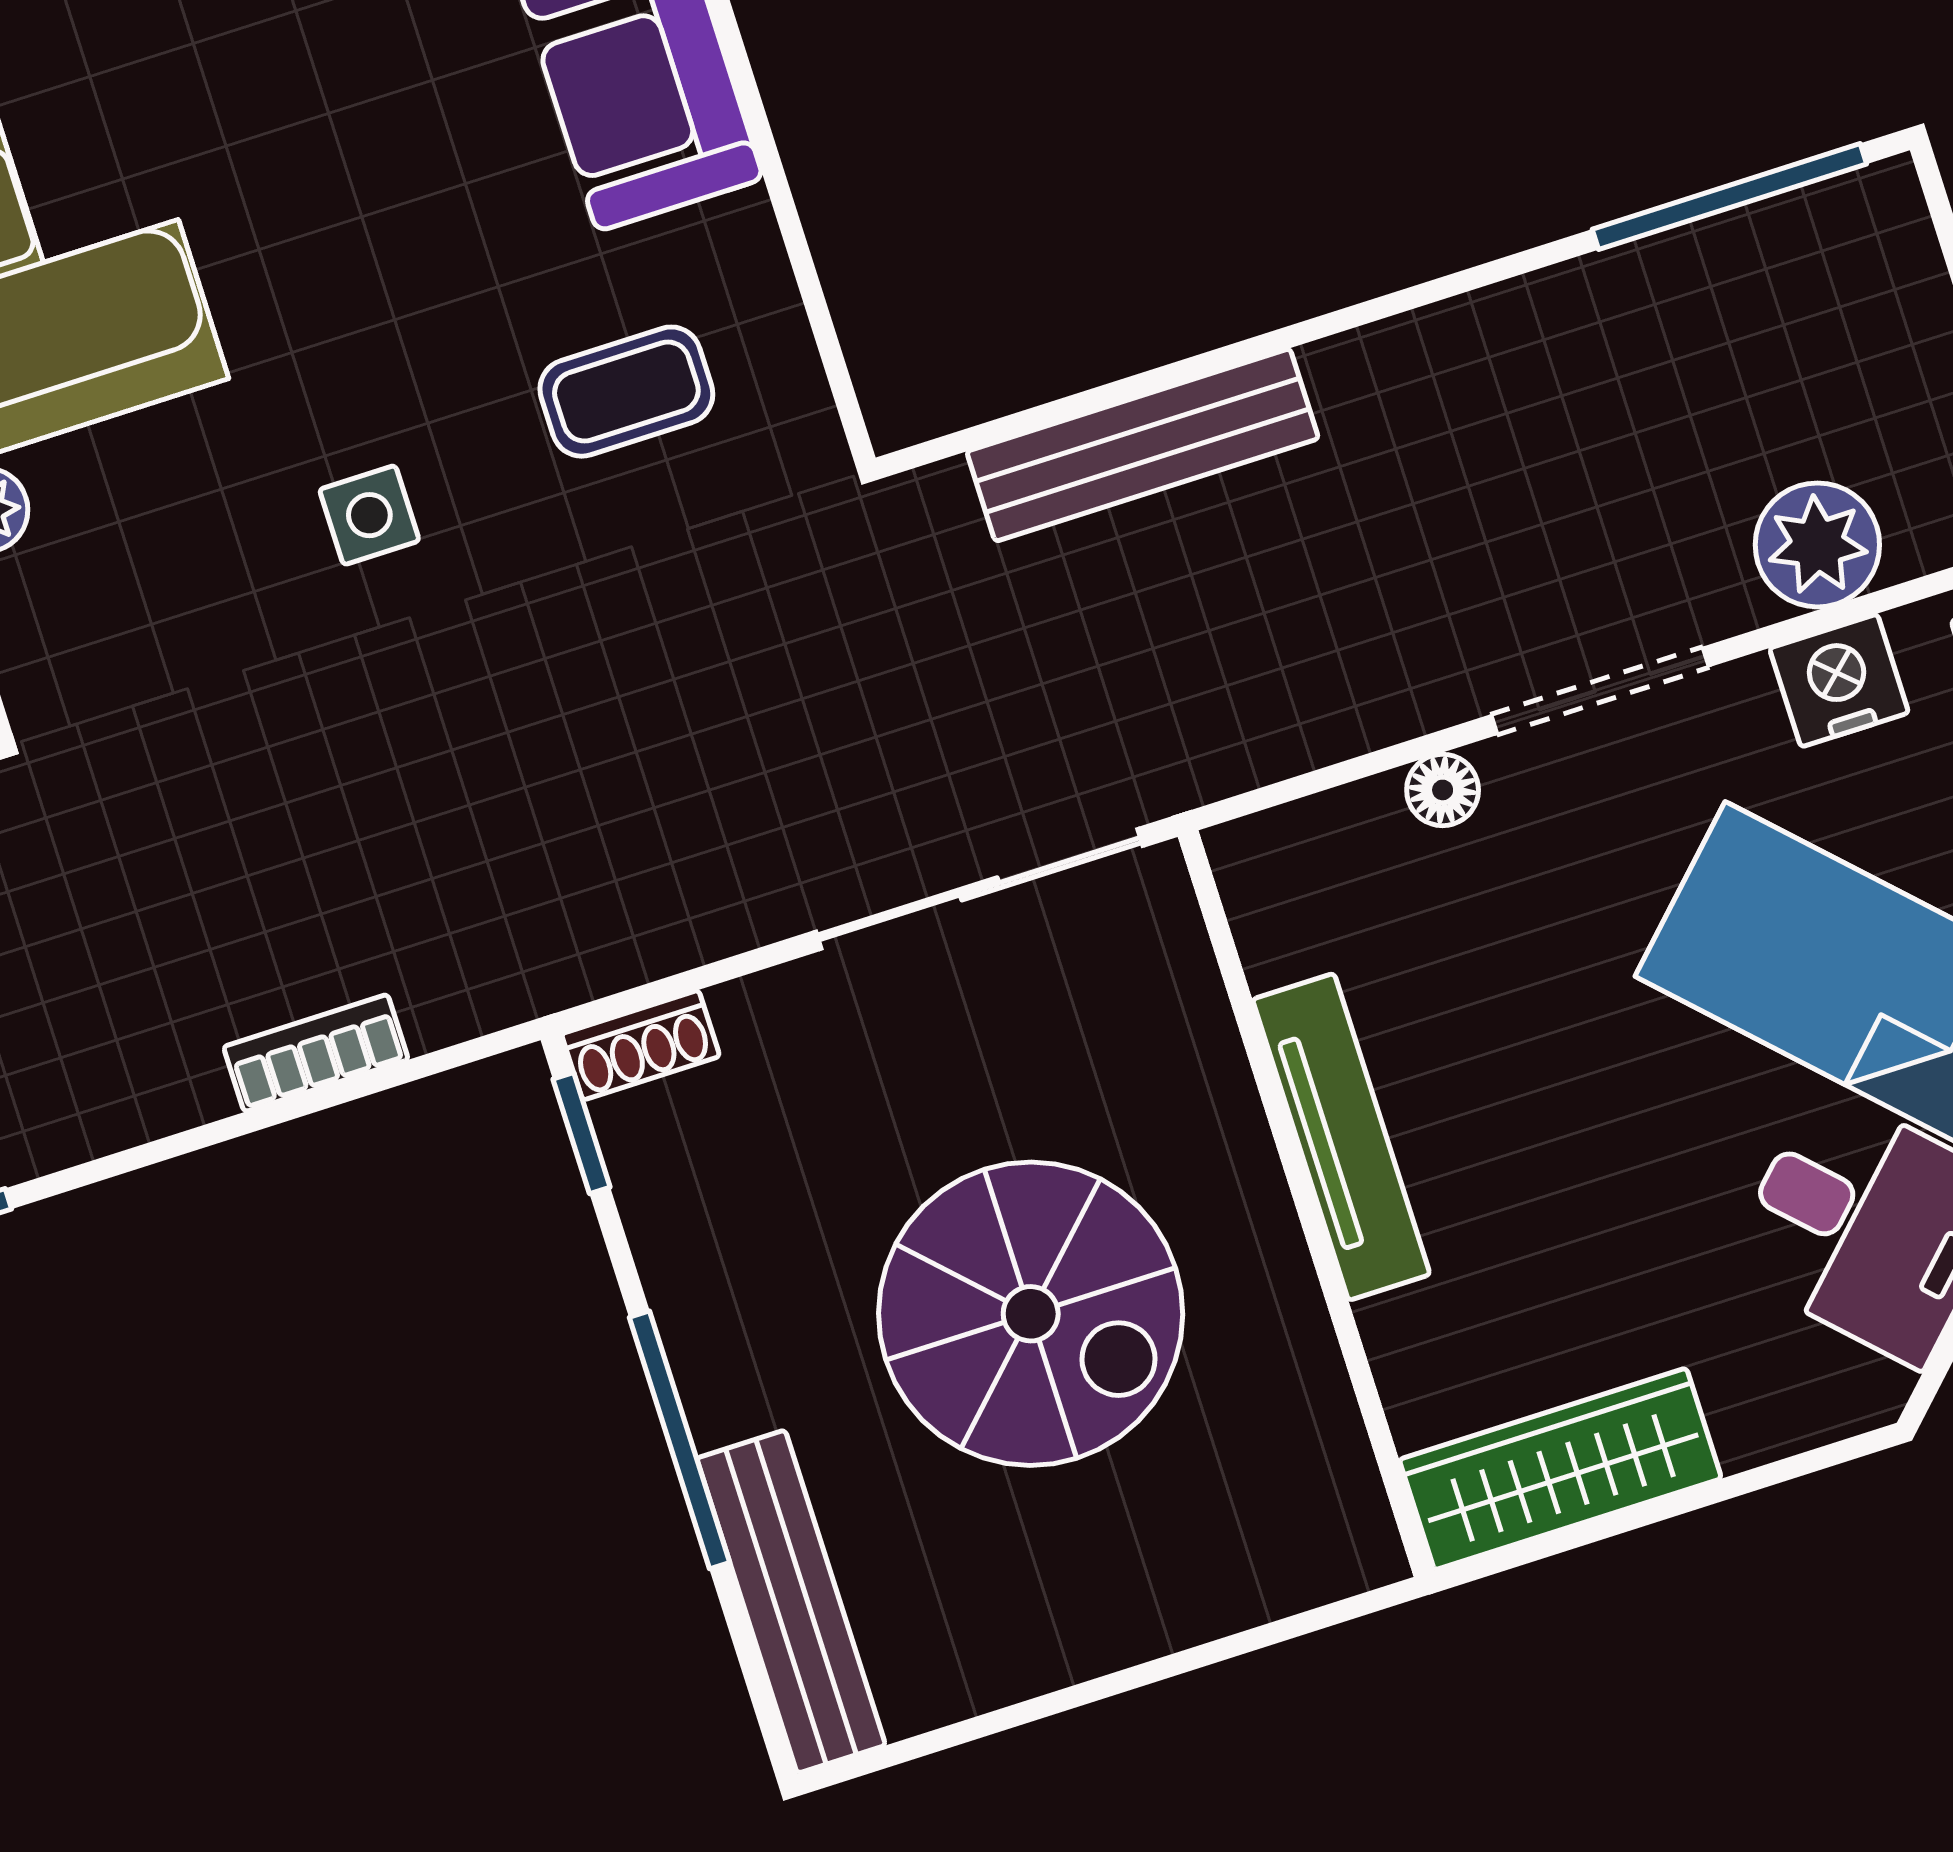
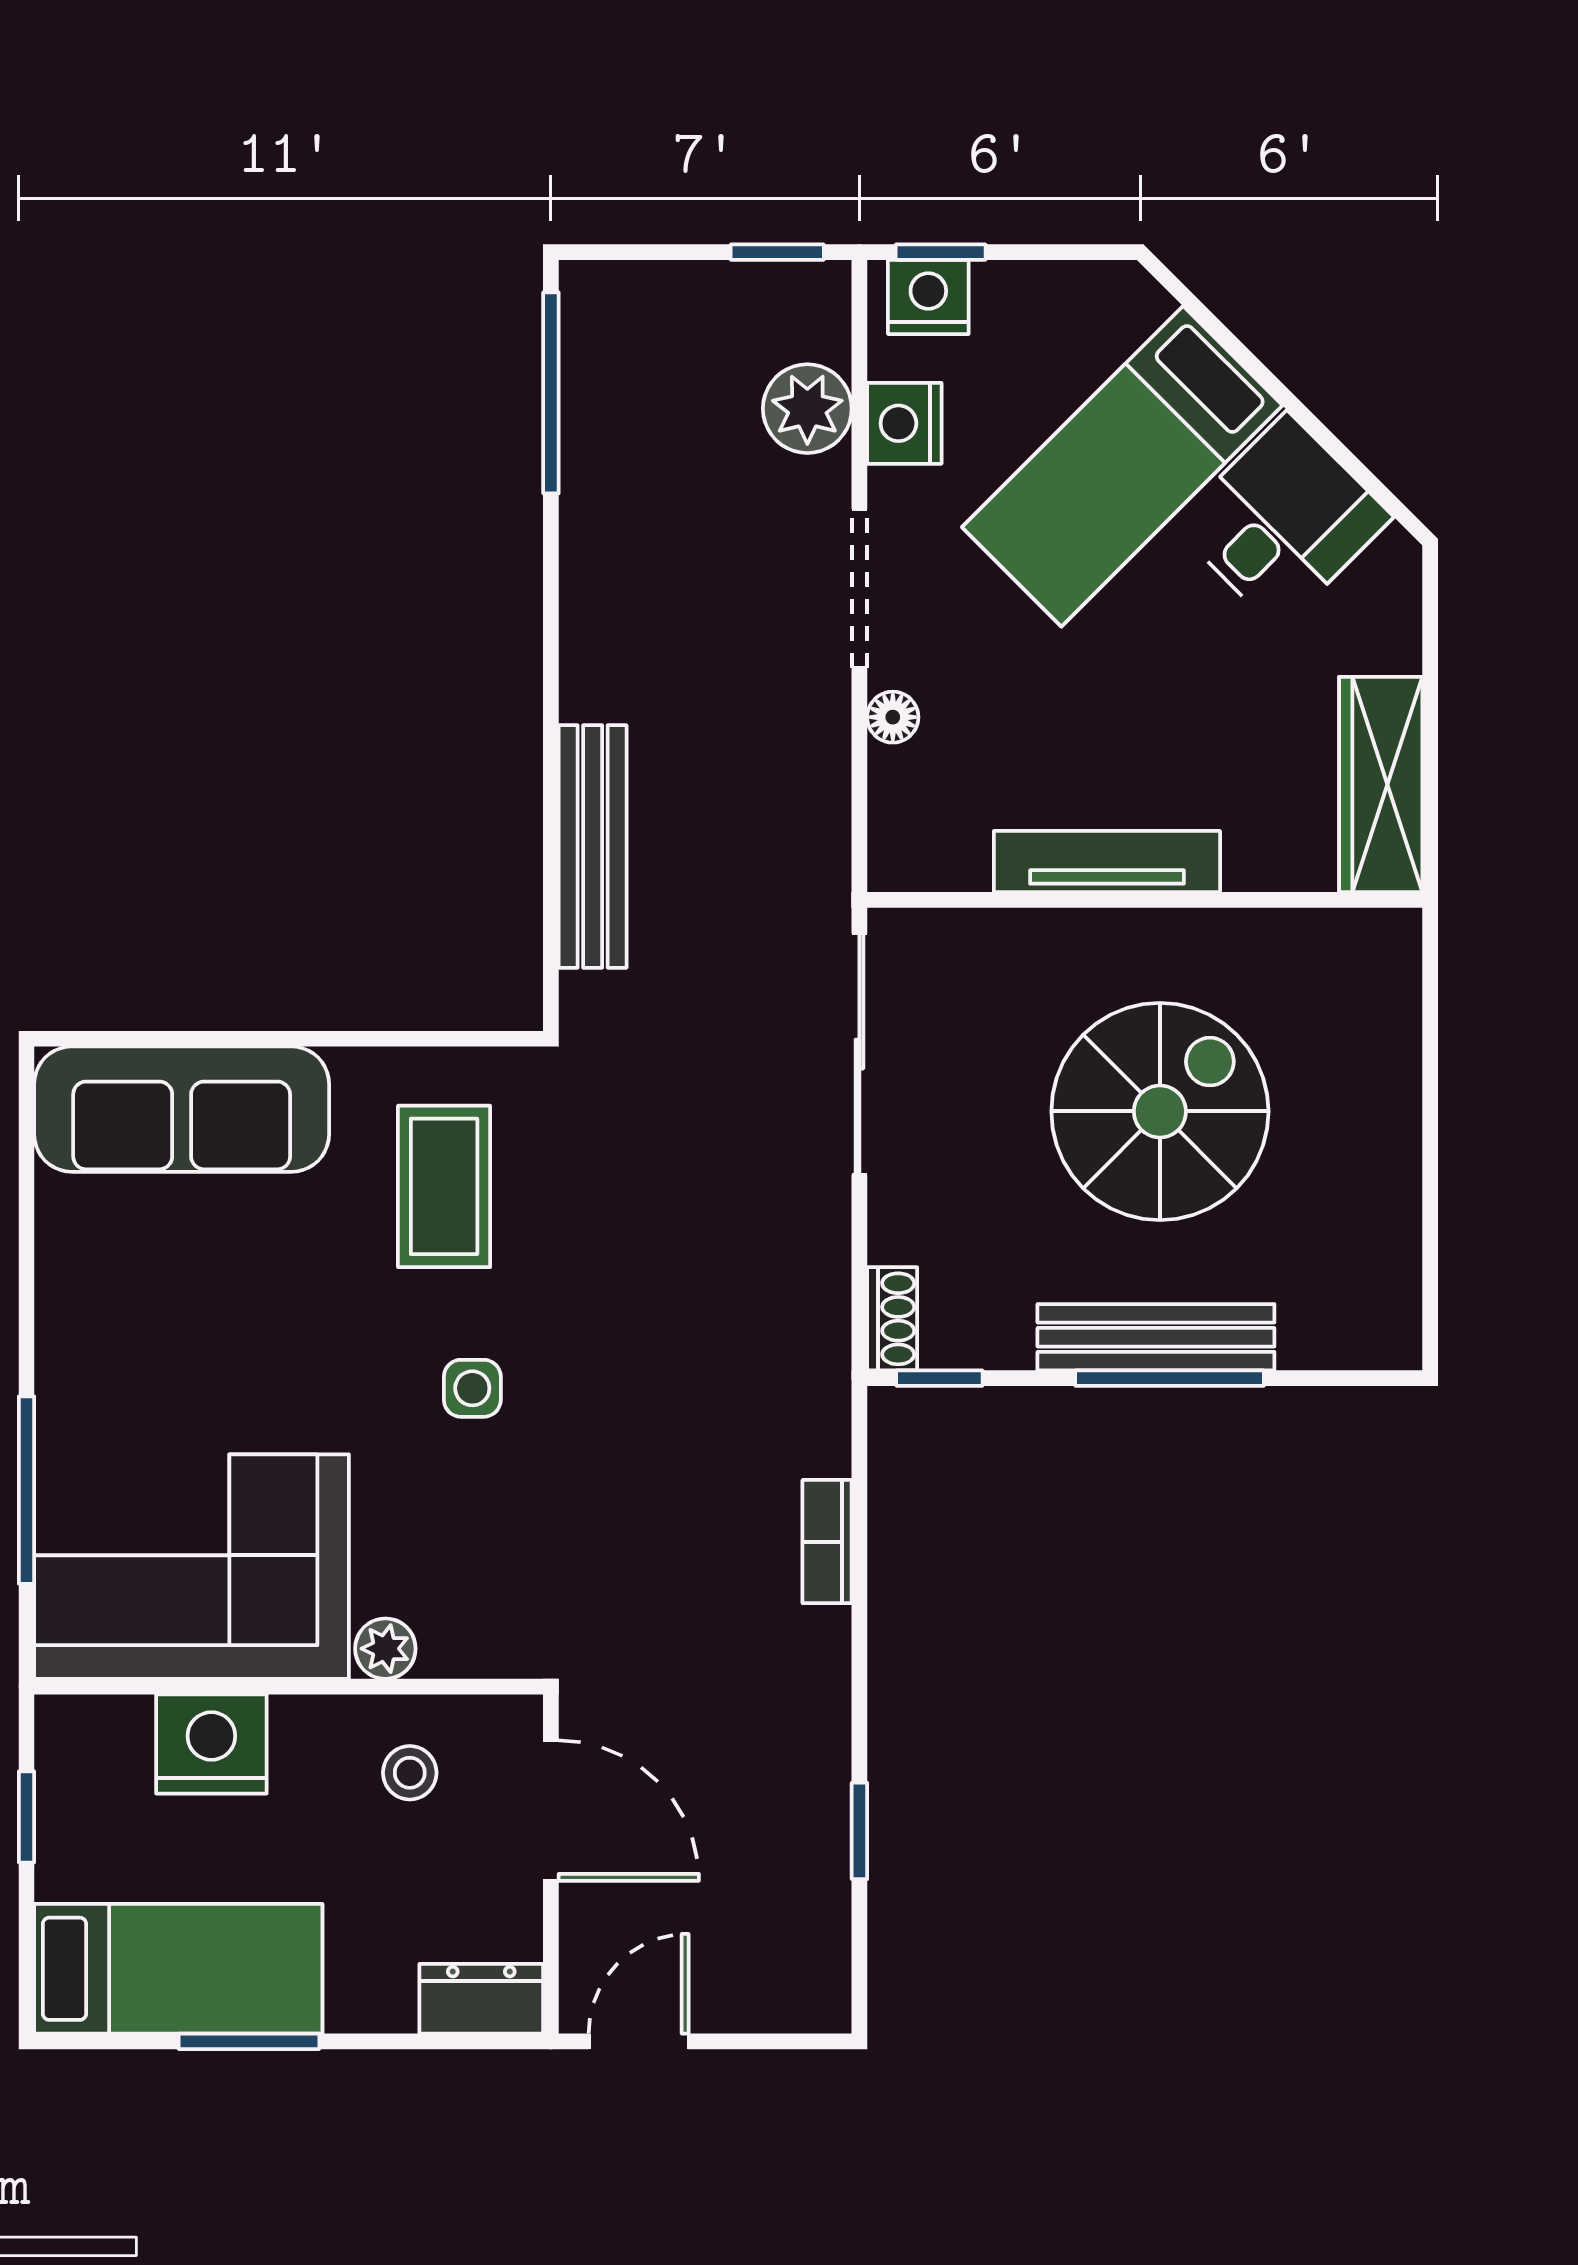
coffee table: (626, 392) -> (444, 1186), width x1.36, depth x1.30
bench: (791, 1602) -> (1156, 1337), moved

